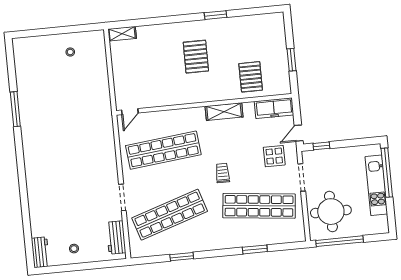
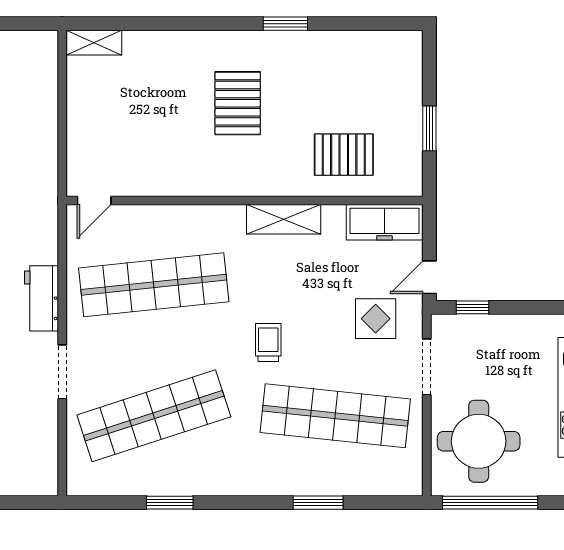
pallet: (251, 77) -> (344, 155), turned 90
workbench: (116, 237) -> (41, 298), moved

